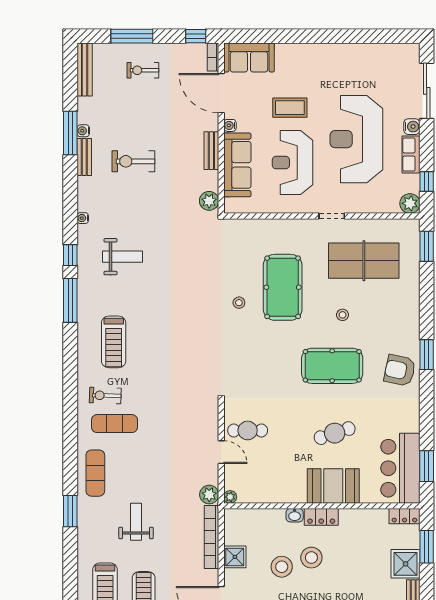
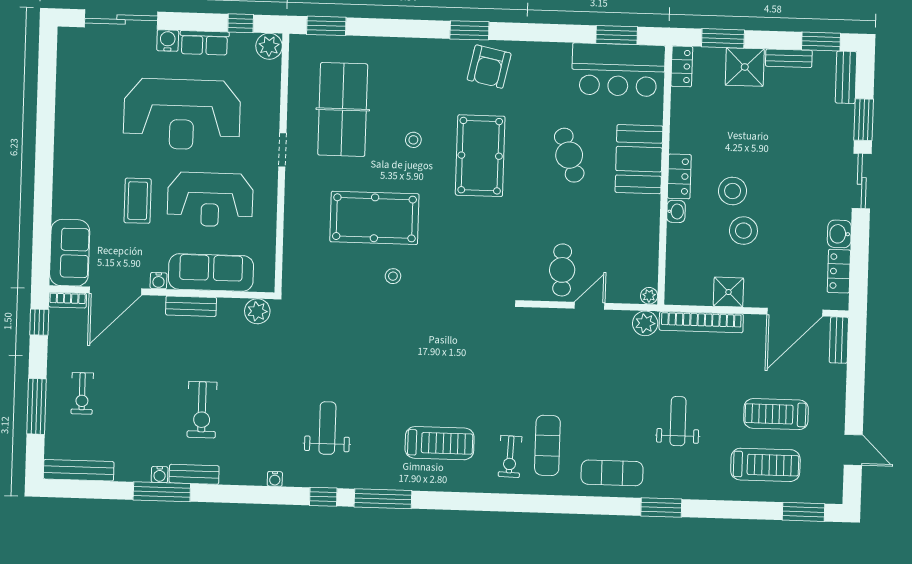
weight bench: (136, 522) -> (678, 421), turned 90

